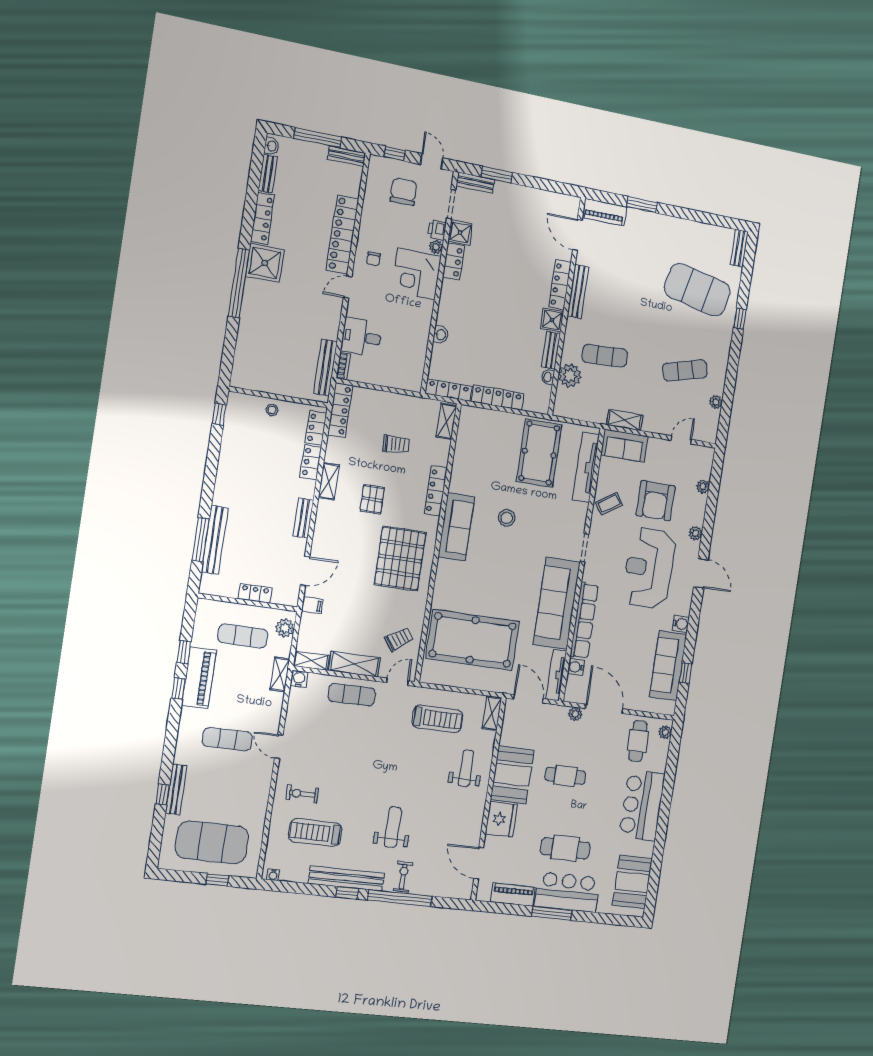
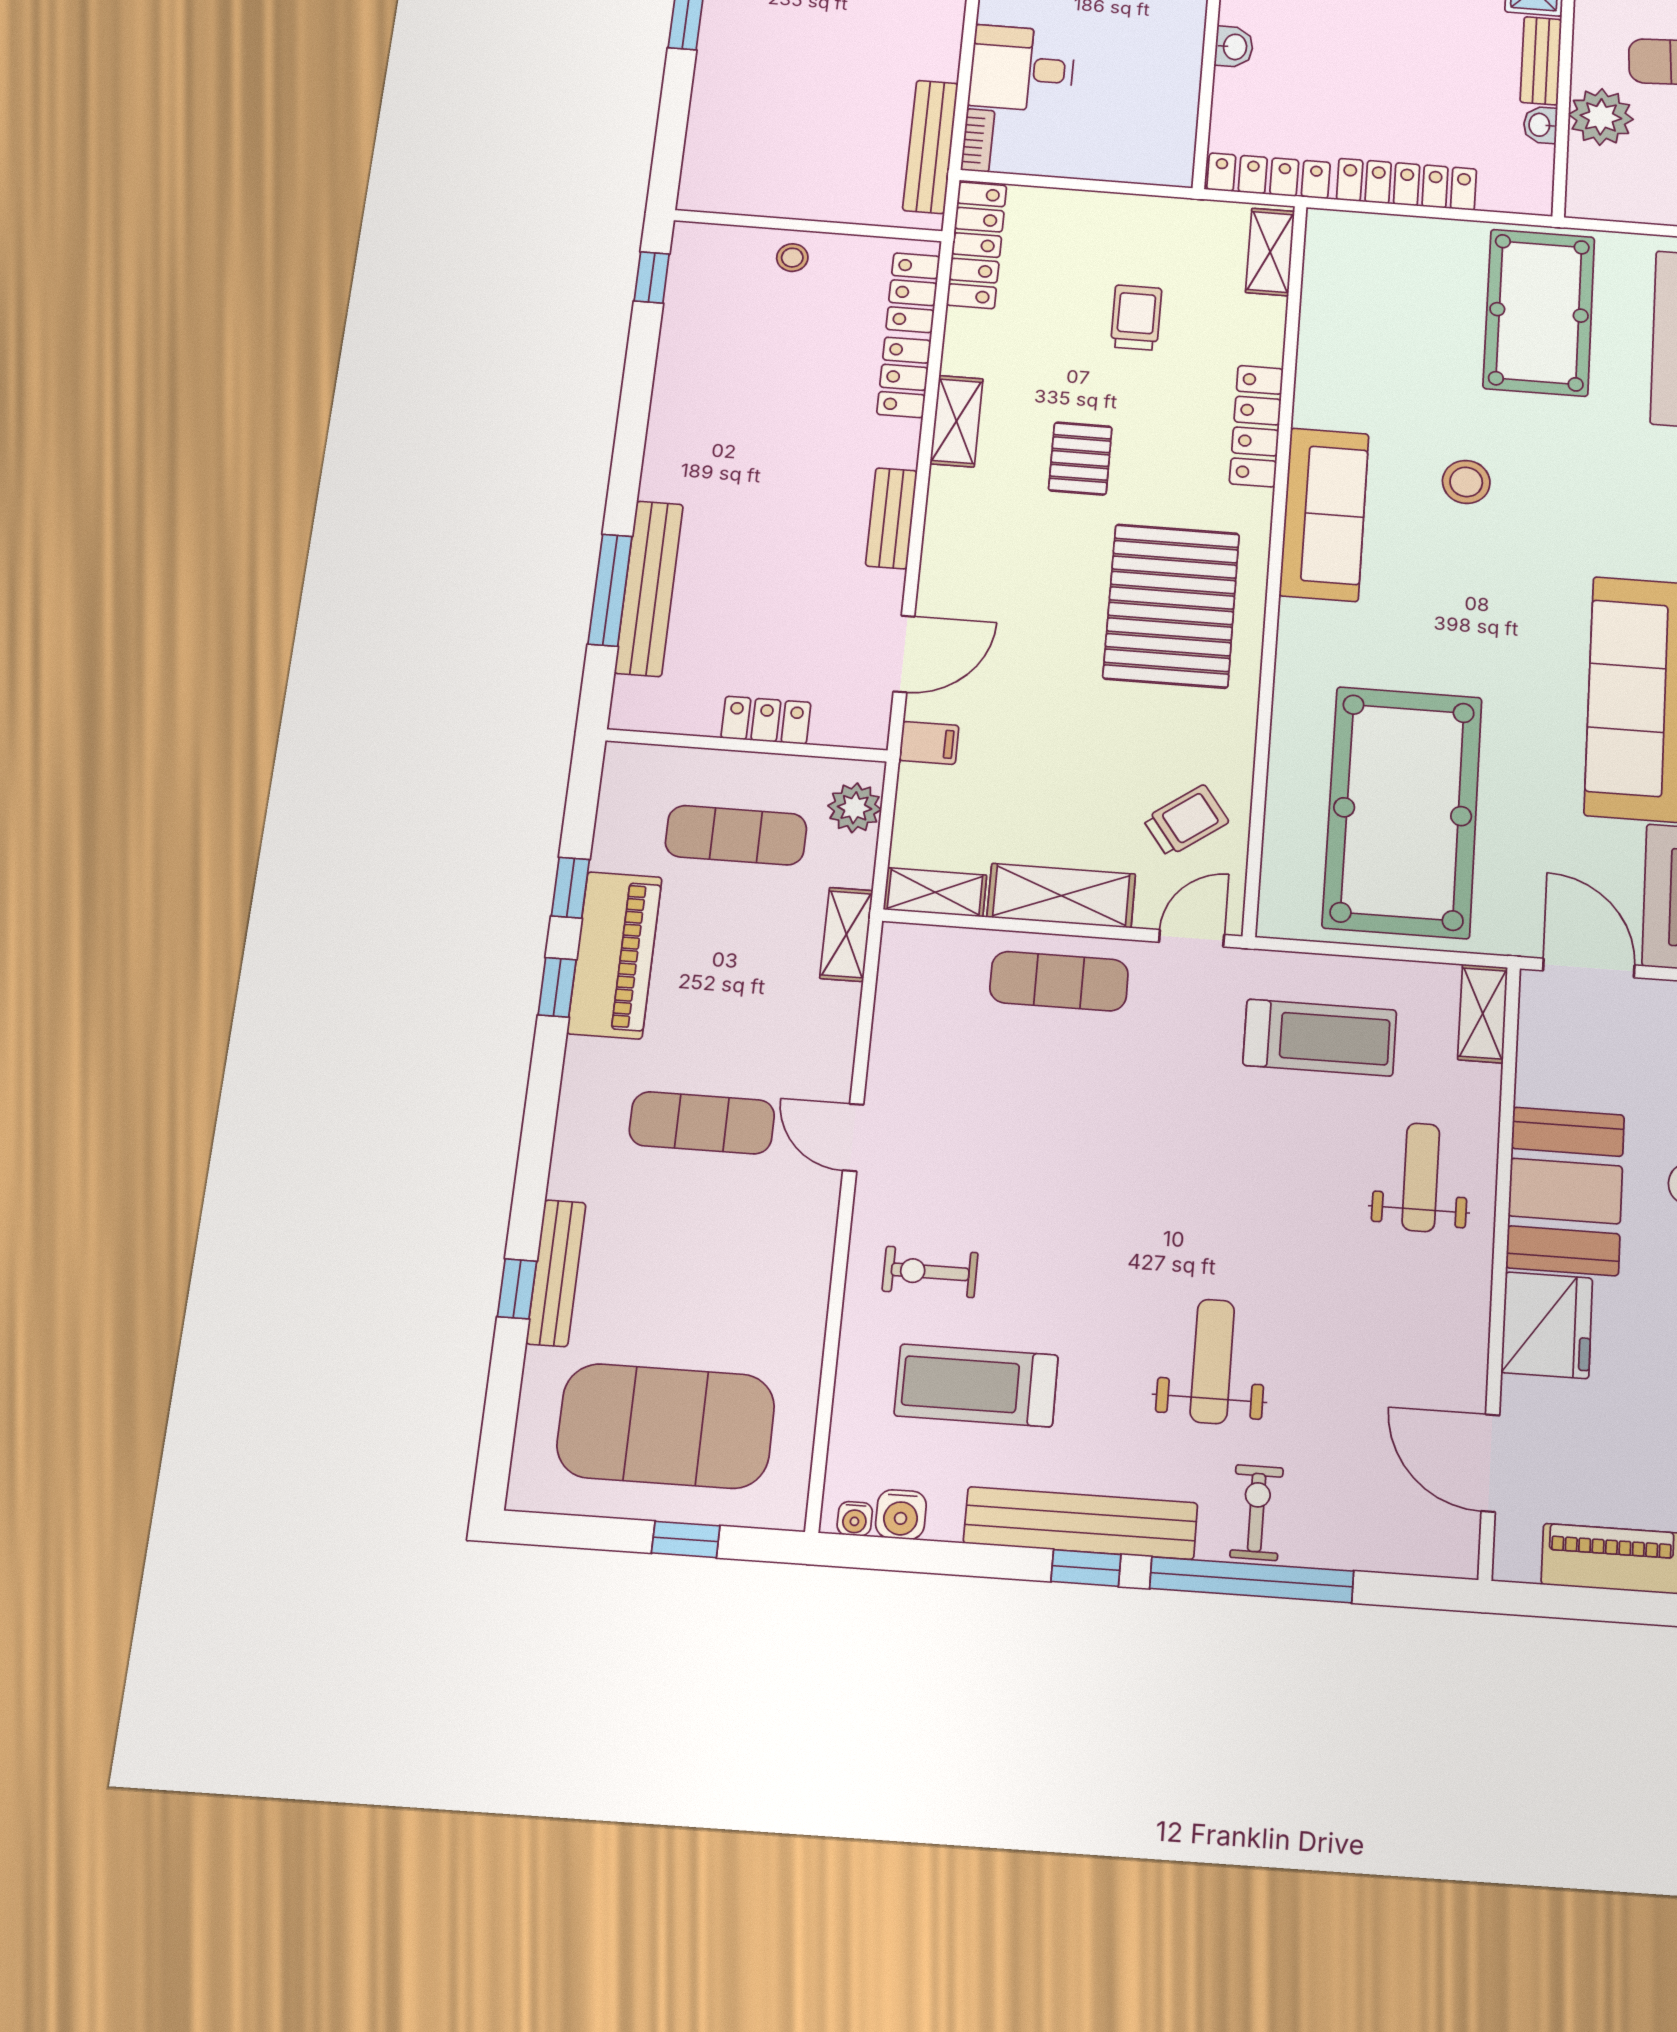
trolley: (396, 444) -> (1136, 318), turned -87
pool table: (473, 640) -> (1403, 812), turned 90
water cooler: (299, 679) -> (901, 1515), moved, turned 180

